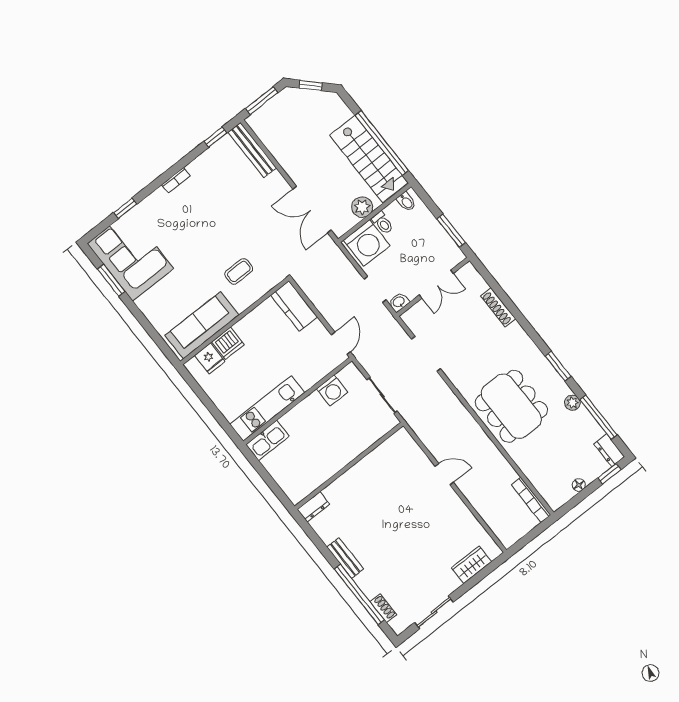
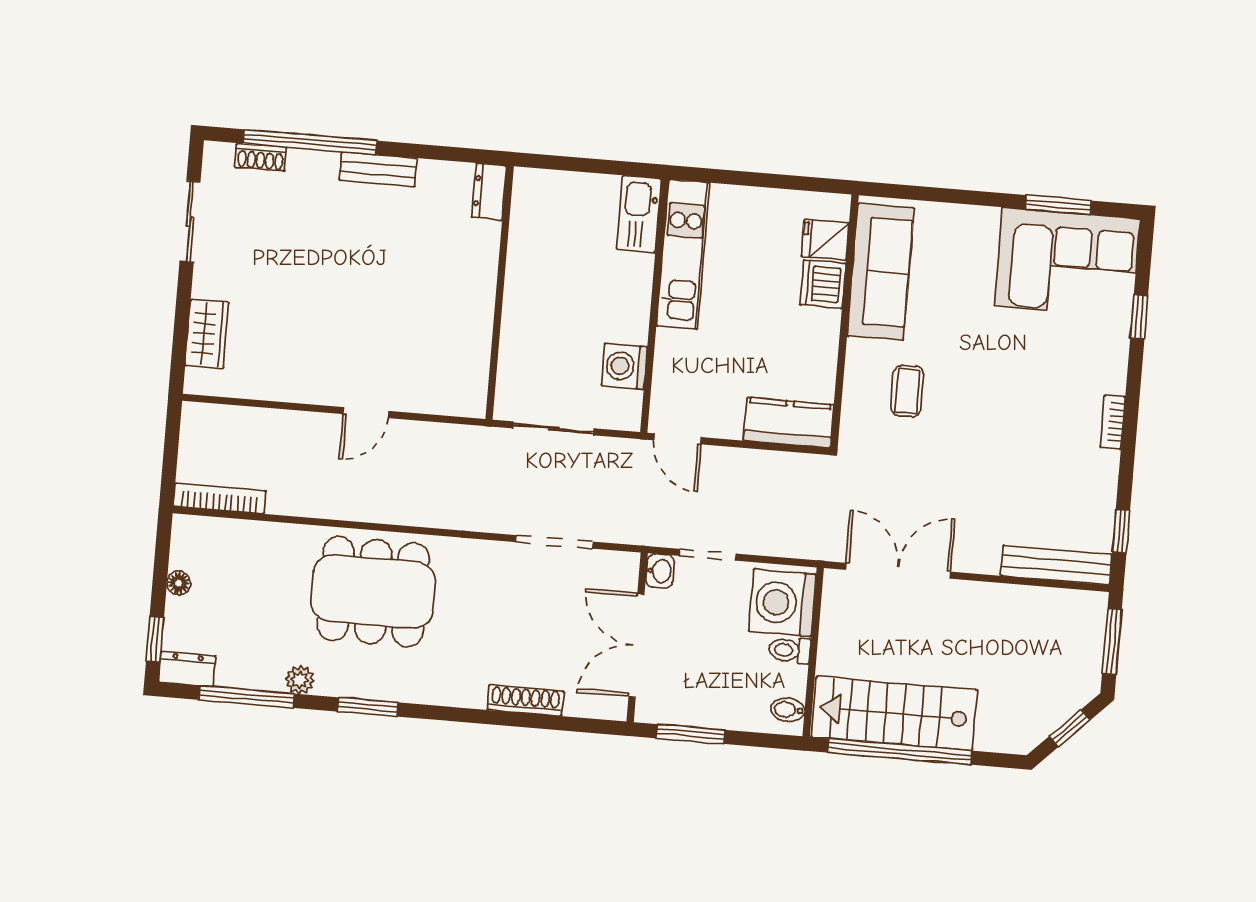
plant: (362, 207) -> (837, 643), removed
double door: (436, 284) -> (637, 645), width x1.37

